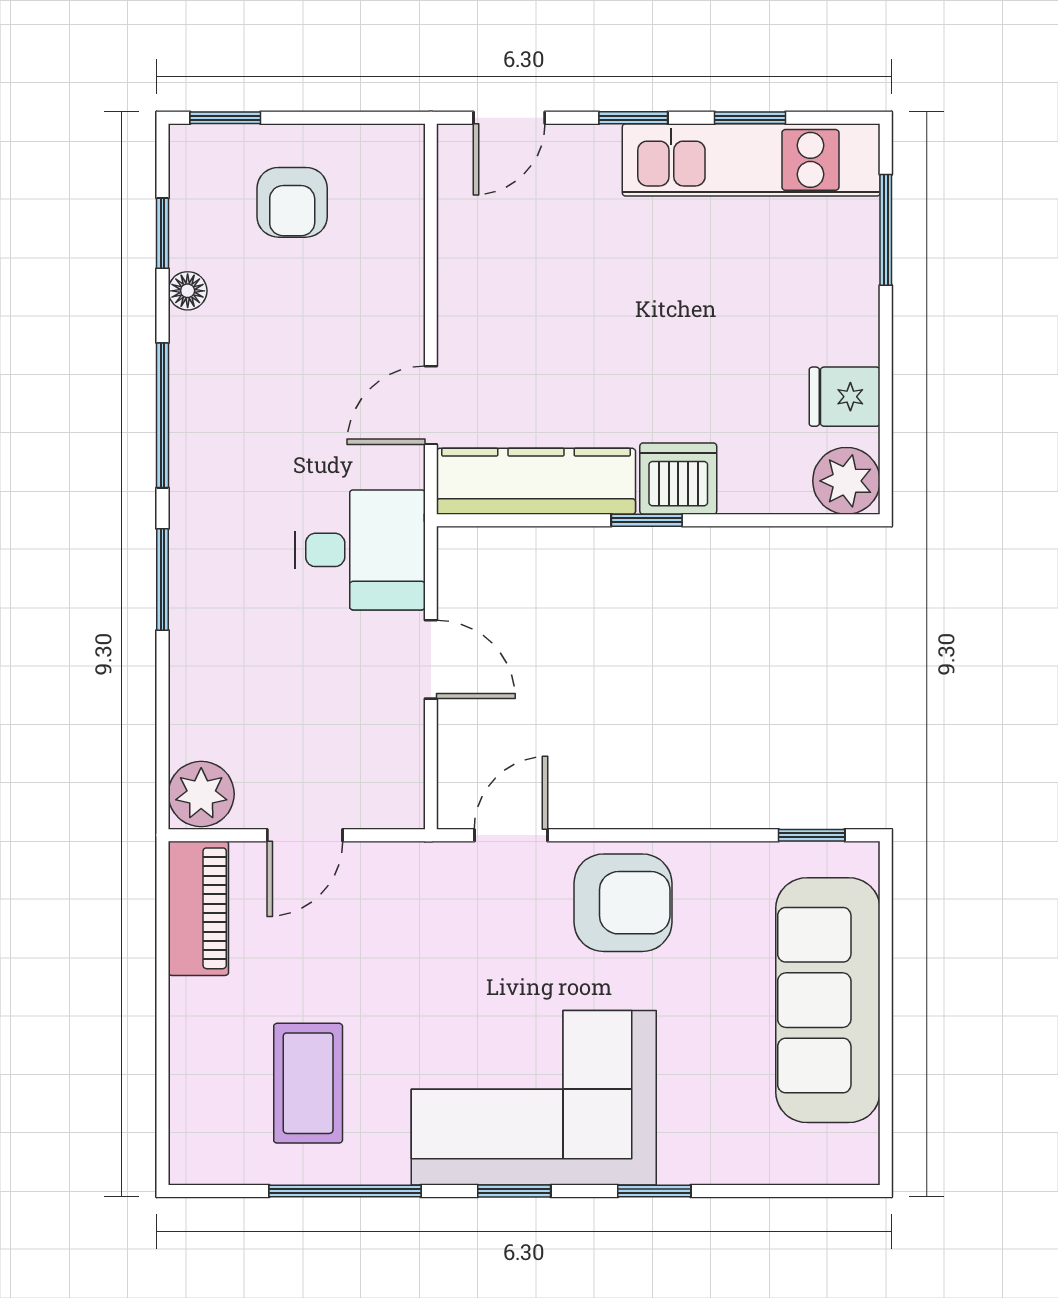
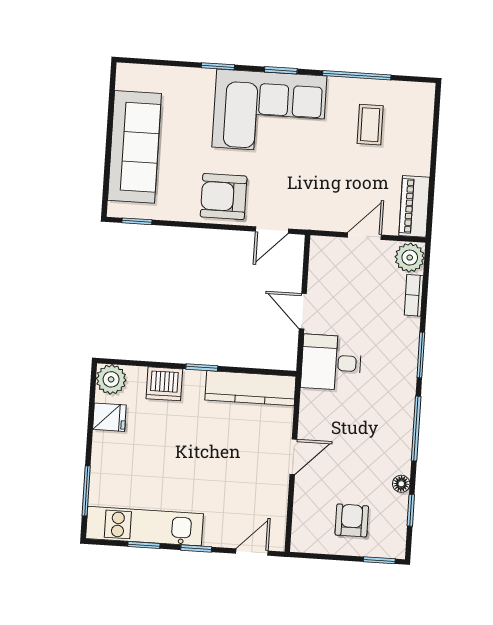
door: (431, 405) -> (293, 457), moved
dishwasher: (678, 479) -> (164, 384), moved
bookcase: (187, 711) -> (414, 295), added
coffee table: (308, 1083) -> (370, 125), width x0.73, depth x0.77

